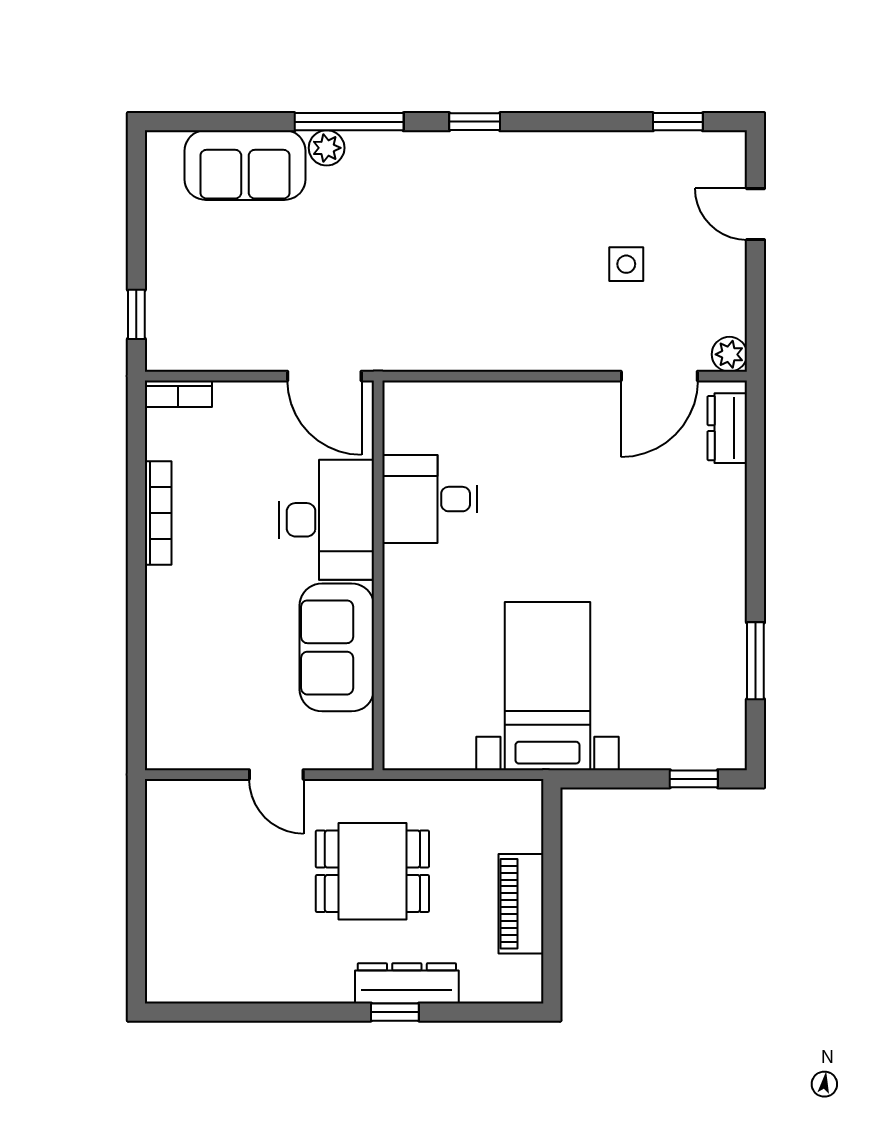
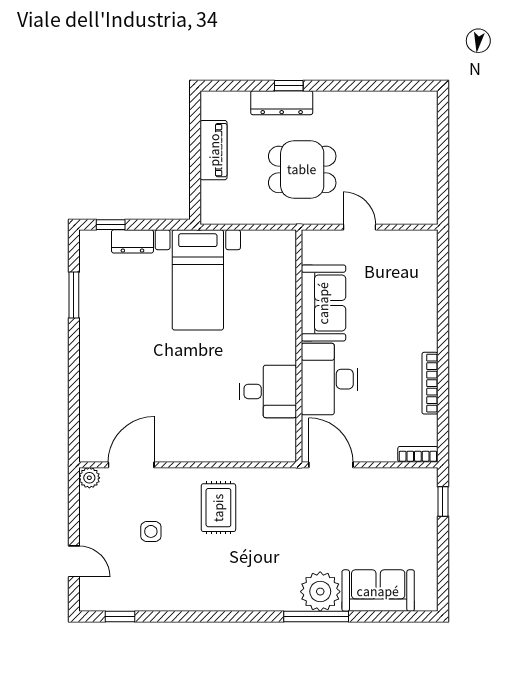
window: (475, 122) -> (241, 616), removed
plant: (327, 148) -> (320, 592), width x1.87, depth x1.87
rug: (513, 304) -> (218, 508), added
dresser: (727, 428) -> (132, 241), moved, turned 90

